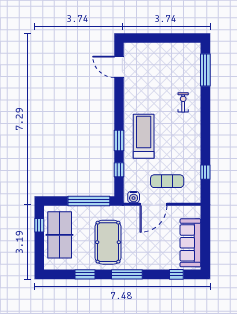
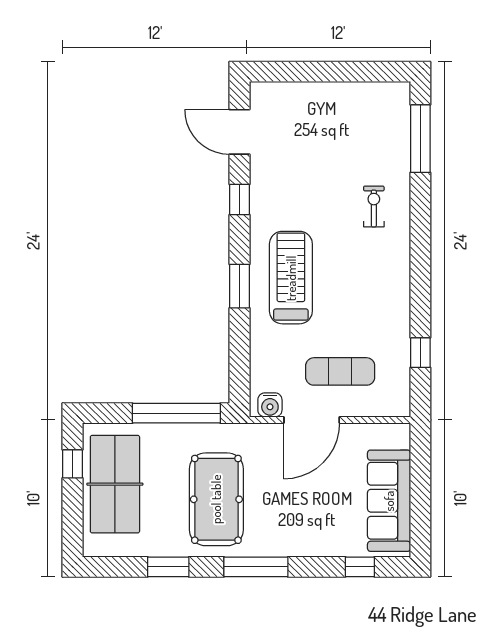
window: (119, 170) -> (240, 199), moved

